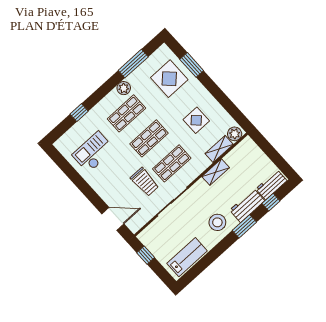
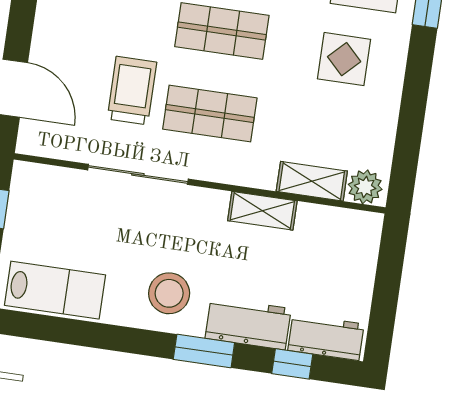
display table: (196, 120) -> (344, 59), moved
trolley: (145, 182) -> (132, 91), turned 180

